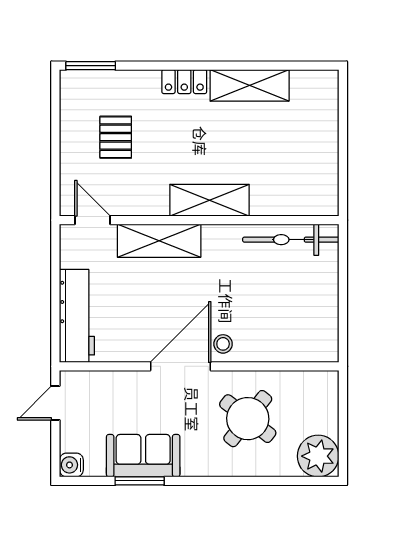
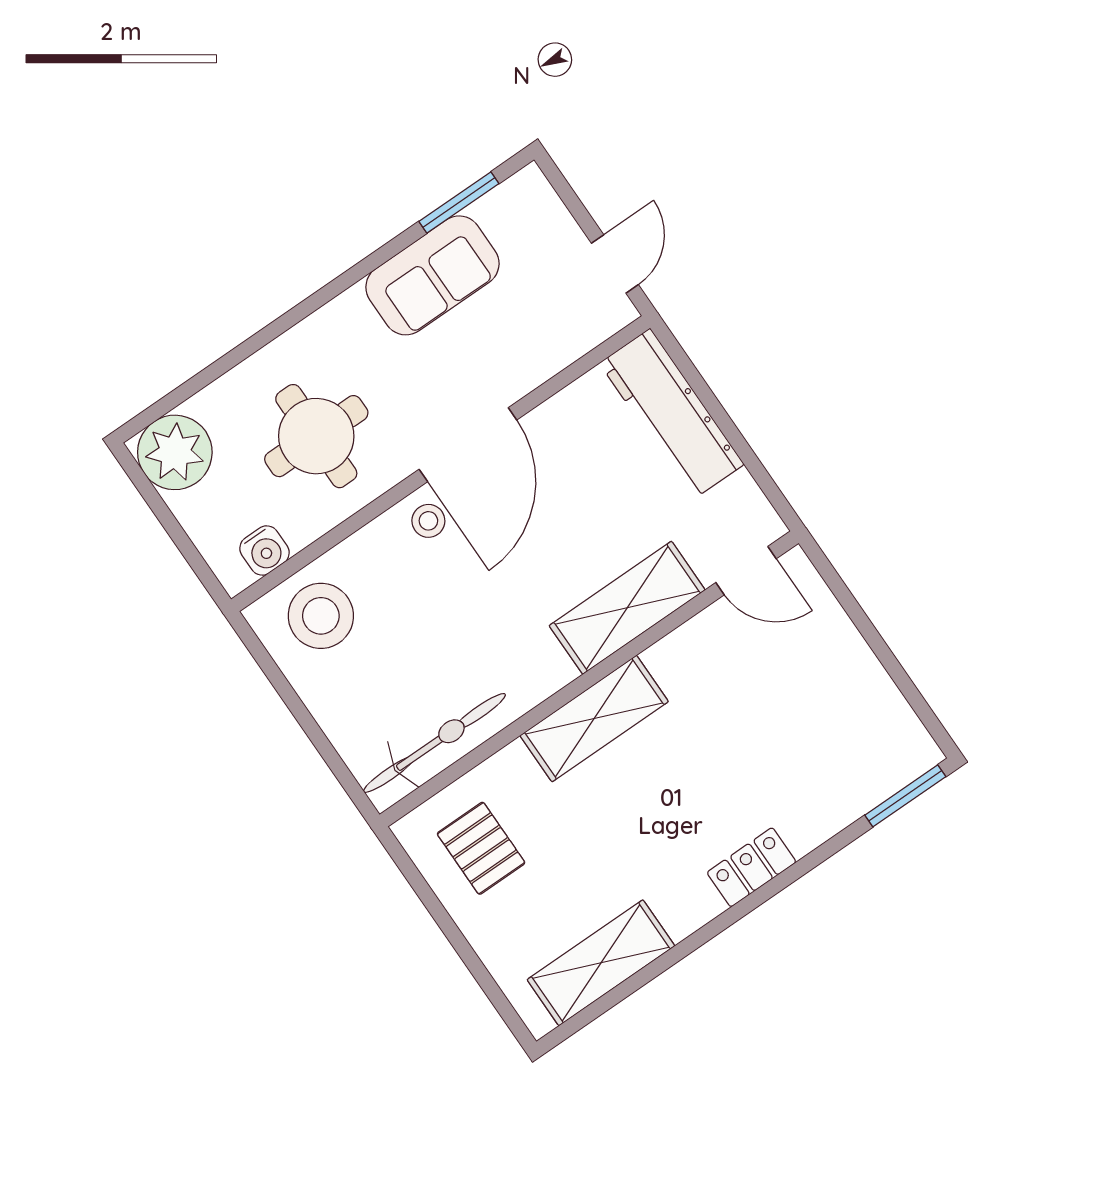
shelving: (250, 85) -> (601, 963), moved
pallet: (116, 137) -> (481, 848), moved
stool: (303, 334) -> (321, 616), added
round table: (248, 419) -> (316, 436), turned -38
water cooler: (71, 465) -> (264, 550), moved, turned 90
window: (140, 481) -> (459, 203), moved

